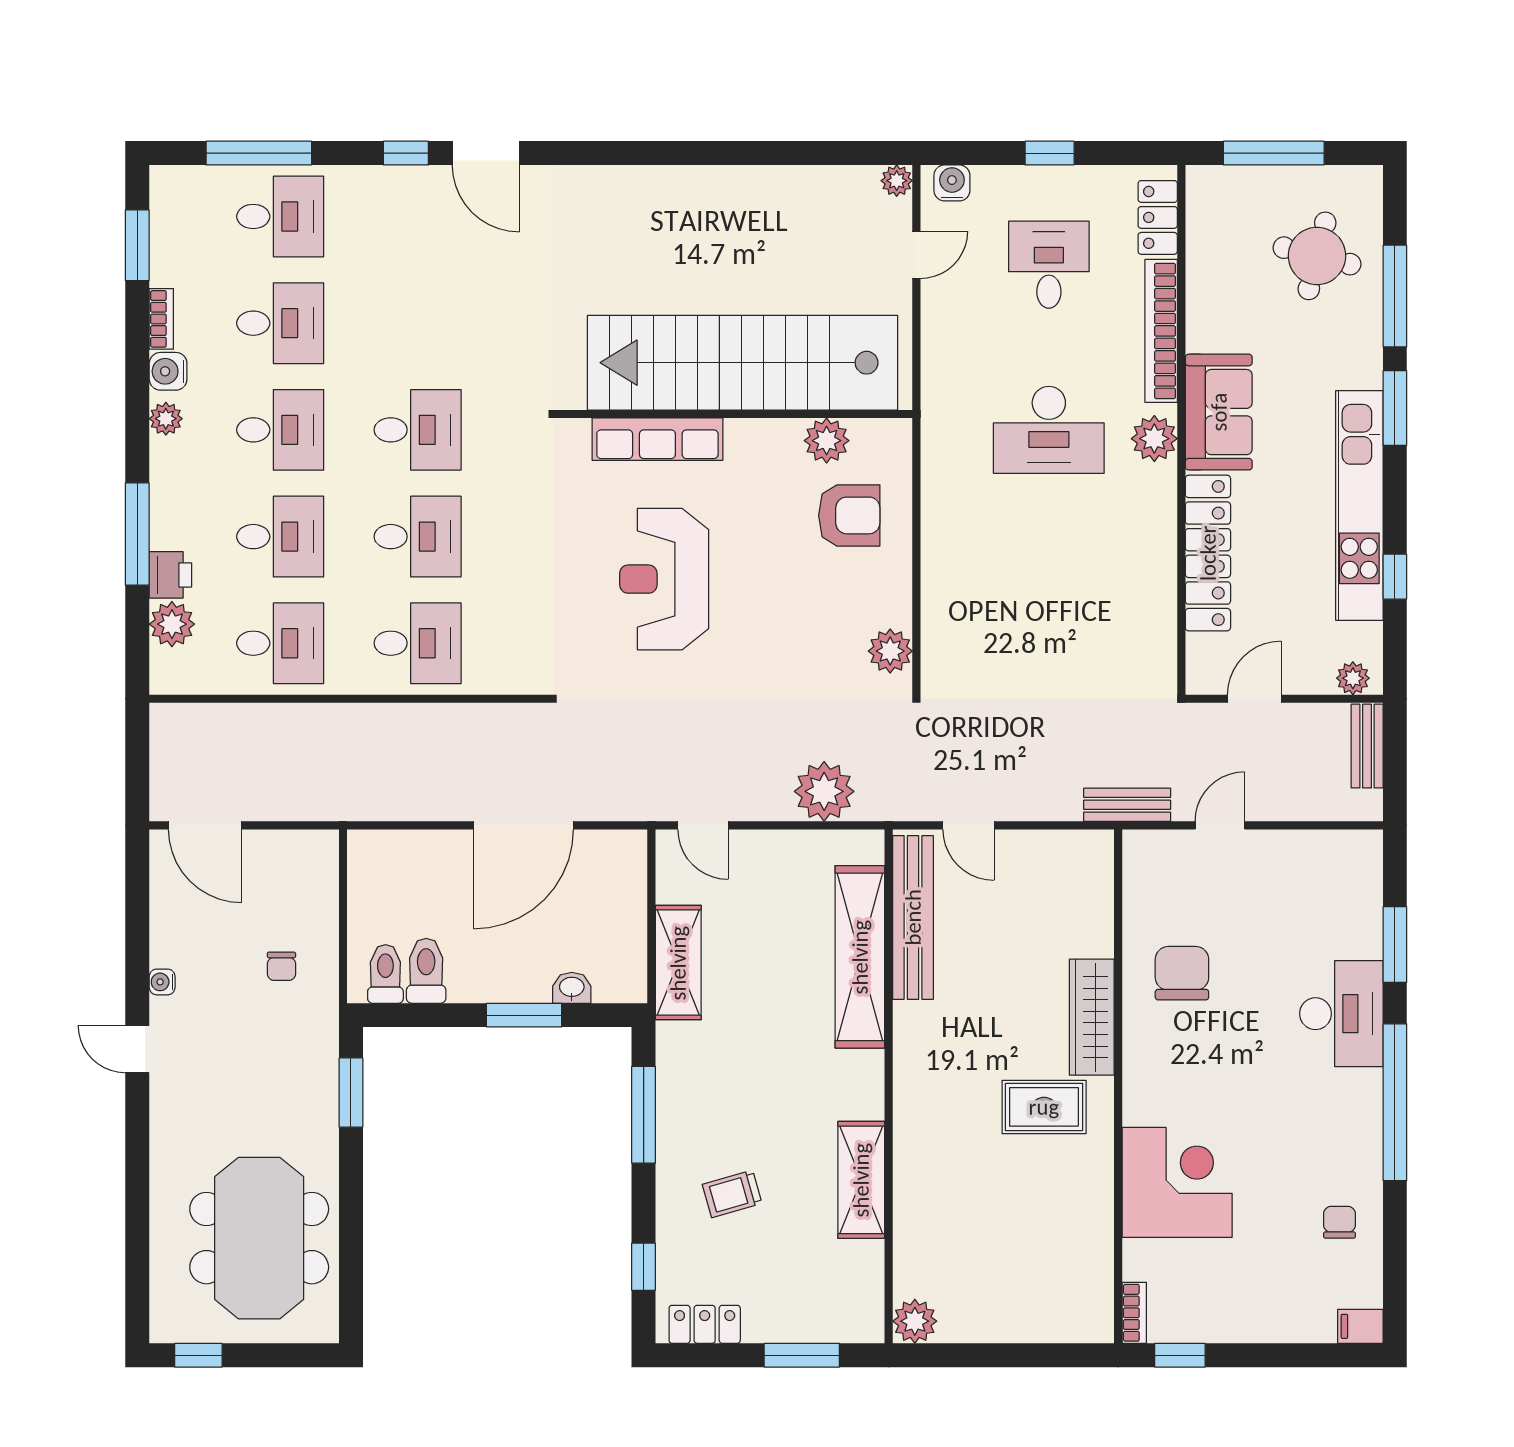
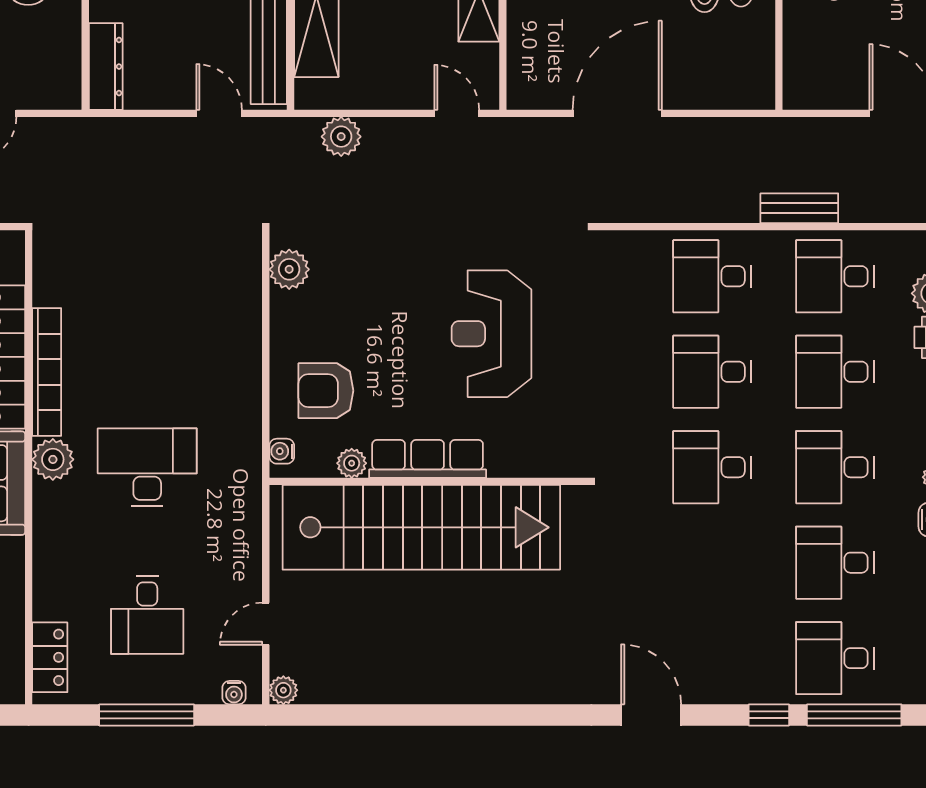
window: (406, 153) -> (769, 715), moved
window: (1050, 153) -> (147, 715), width x2.17
water cooler: (952, 183) -> (234, 693), width x0.72, depth x0.72
bookcase: (1161, 331) -> (47, 372), moved
row of seats: (657, 439) -> (428, 459), moved
plant: (827, 441) -> (352, 463), width x0.73, depth x0.73
water cooler: (898, 448) -> (282, 451), added
reception desk: (664, 579) -> (491, 334), turned 180
plant: (824, 791) -> (341, 137), width x0.73, depth x0.73
bench: (1127, 805) -> (799, 208), moved
dresser: (1095, 878) -> (106, 67), added

